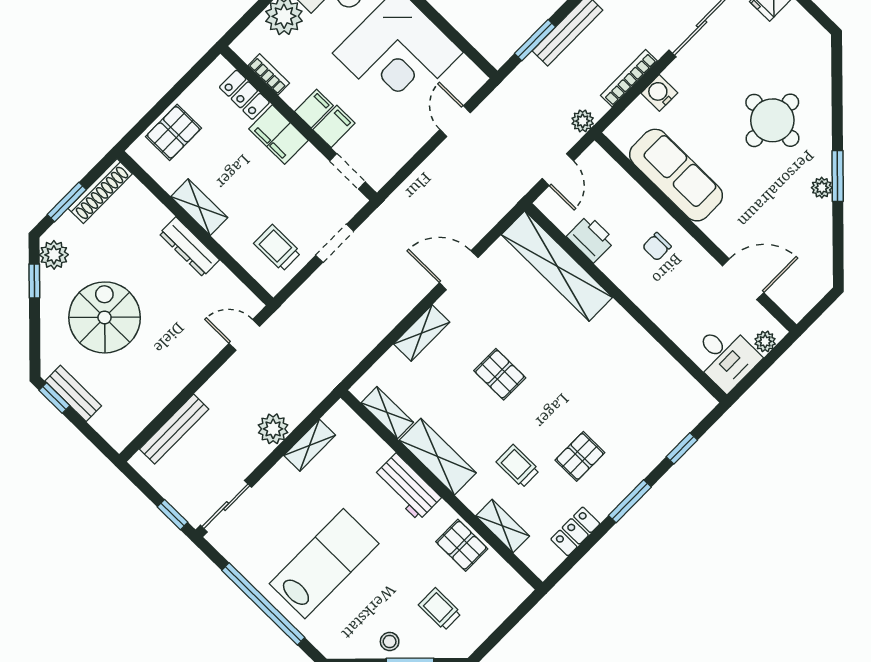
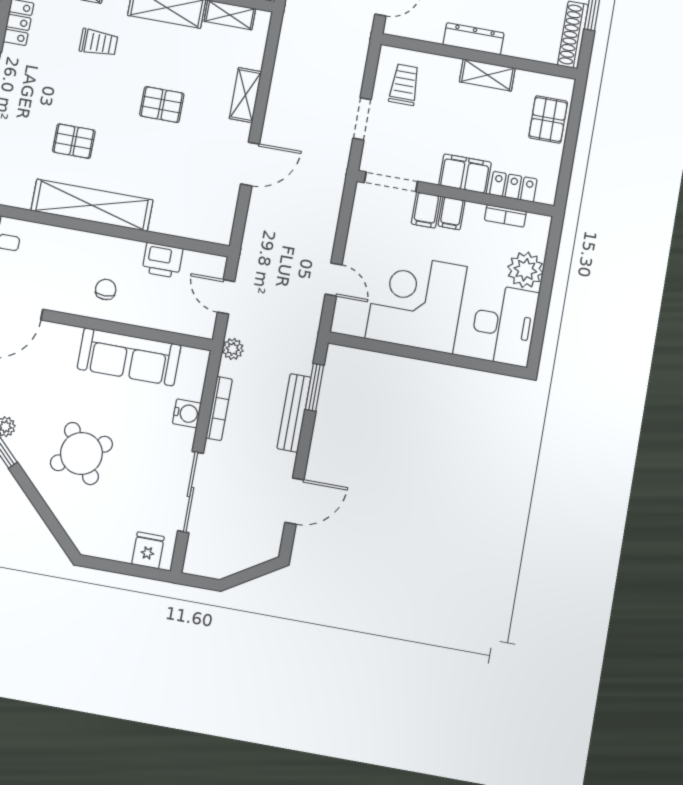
round table: (772, 120) -> (81, 453), turned -32
doorway: (348, 171) -> (391, 182), width x1.38
trolley: (277, 248) -> (404, 85), turned -90
shelving: (557, 266) -> (92, 205), moved
pallet: (580, 456) -> (74, 141), moved, turned 90

